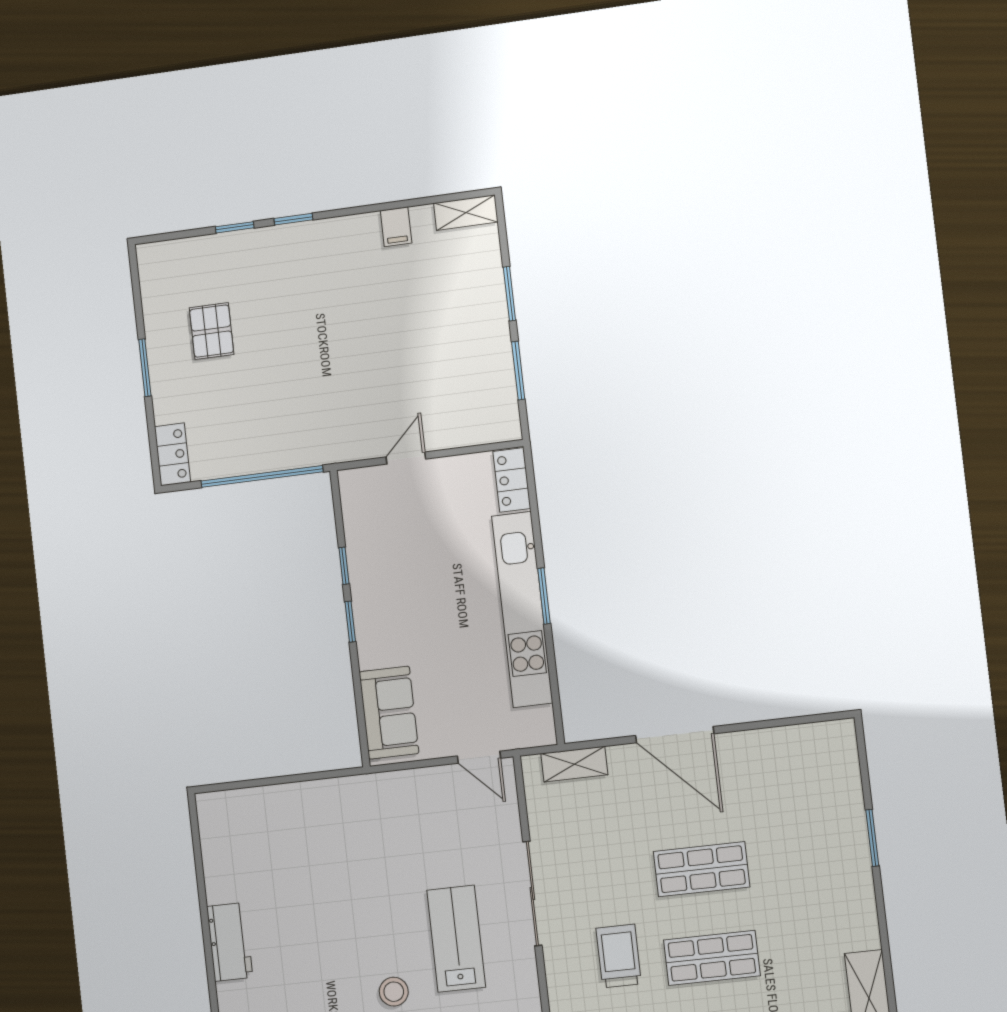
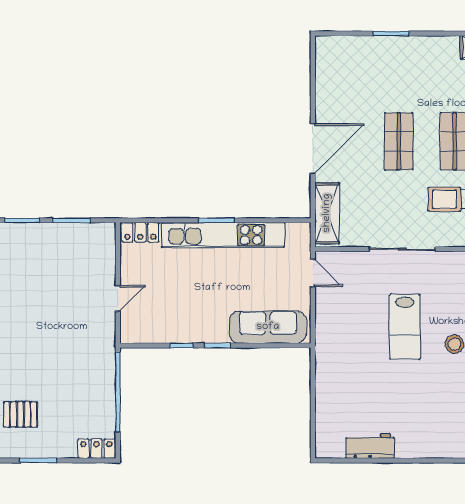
door: (406, 458) -> (118, 298), swing flipped
sofa: (389, 713) -> (268, 327), width x1.36
door: (479, 757) -> (313, 273), hinge flipped
shelving: (574, 764) -> (327, 213), width x1.50, depth x1.33
lab bench: (456, 939) -> (405, 327), moved, turned -90
workbench: (230, 942) -> (370, 446), moved

